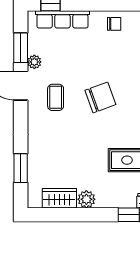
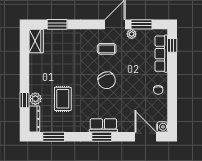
wardrobe: (59, 198) -> (36, 41), moved
plant: (86, 199) -> (35, 99), moved

